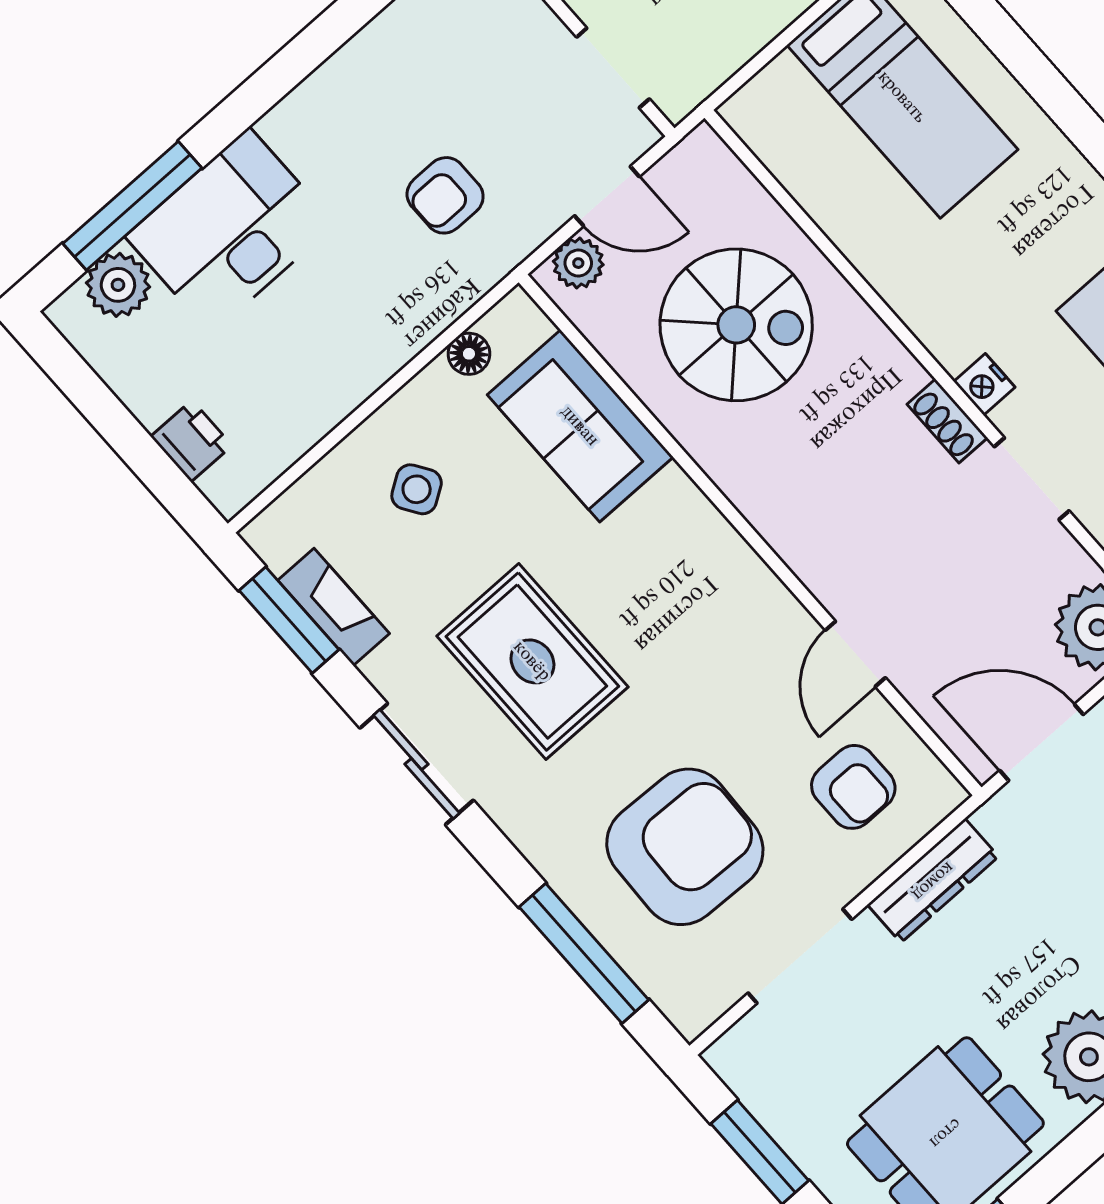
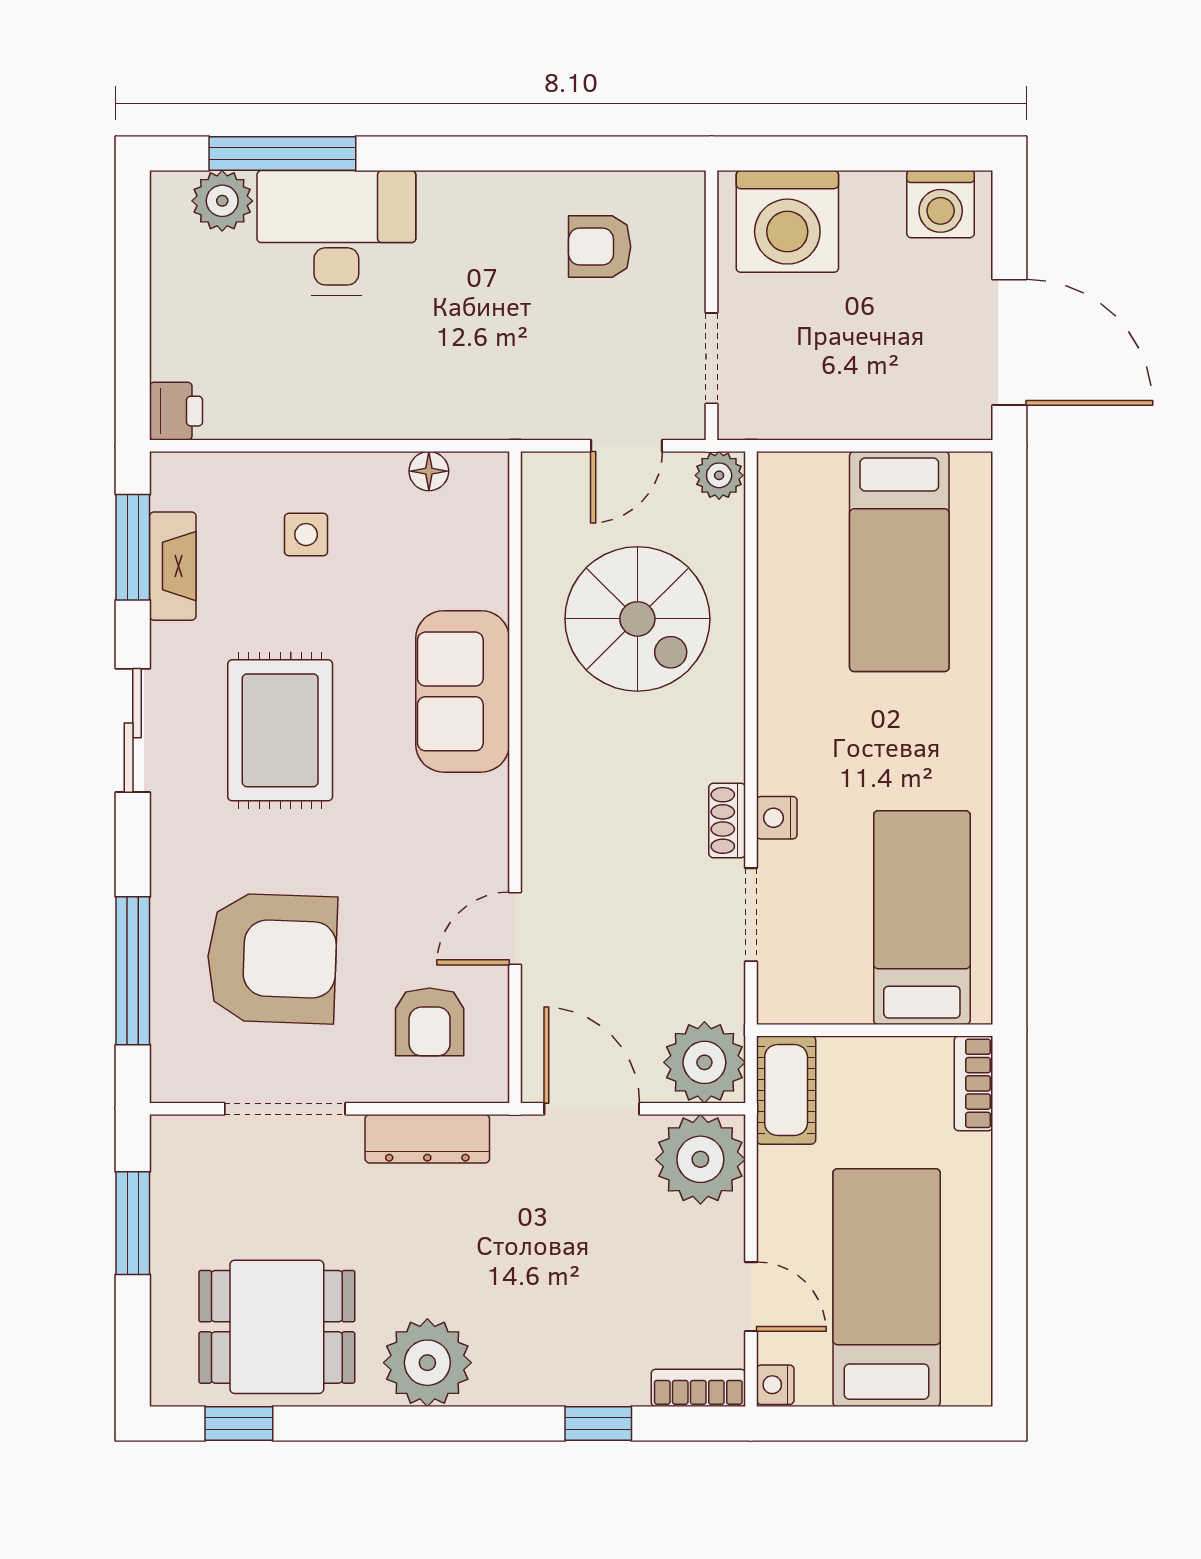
armchair: (445, 195) -> (600, 247), moved
door: (607, 196) -> (626, 446), hinge flipped
plant: (578, 263) -> (719, 475), moved
sofa: (580, 426) -> (463, 691), moved
printer: (191, 441) -> (176, 411), moved
side table: (417, 489) -> (306, 535), turned 33

